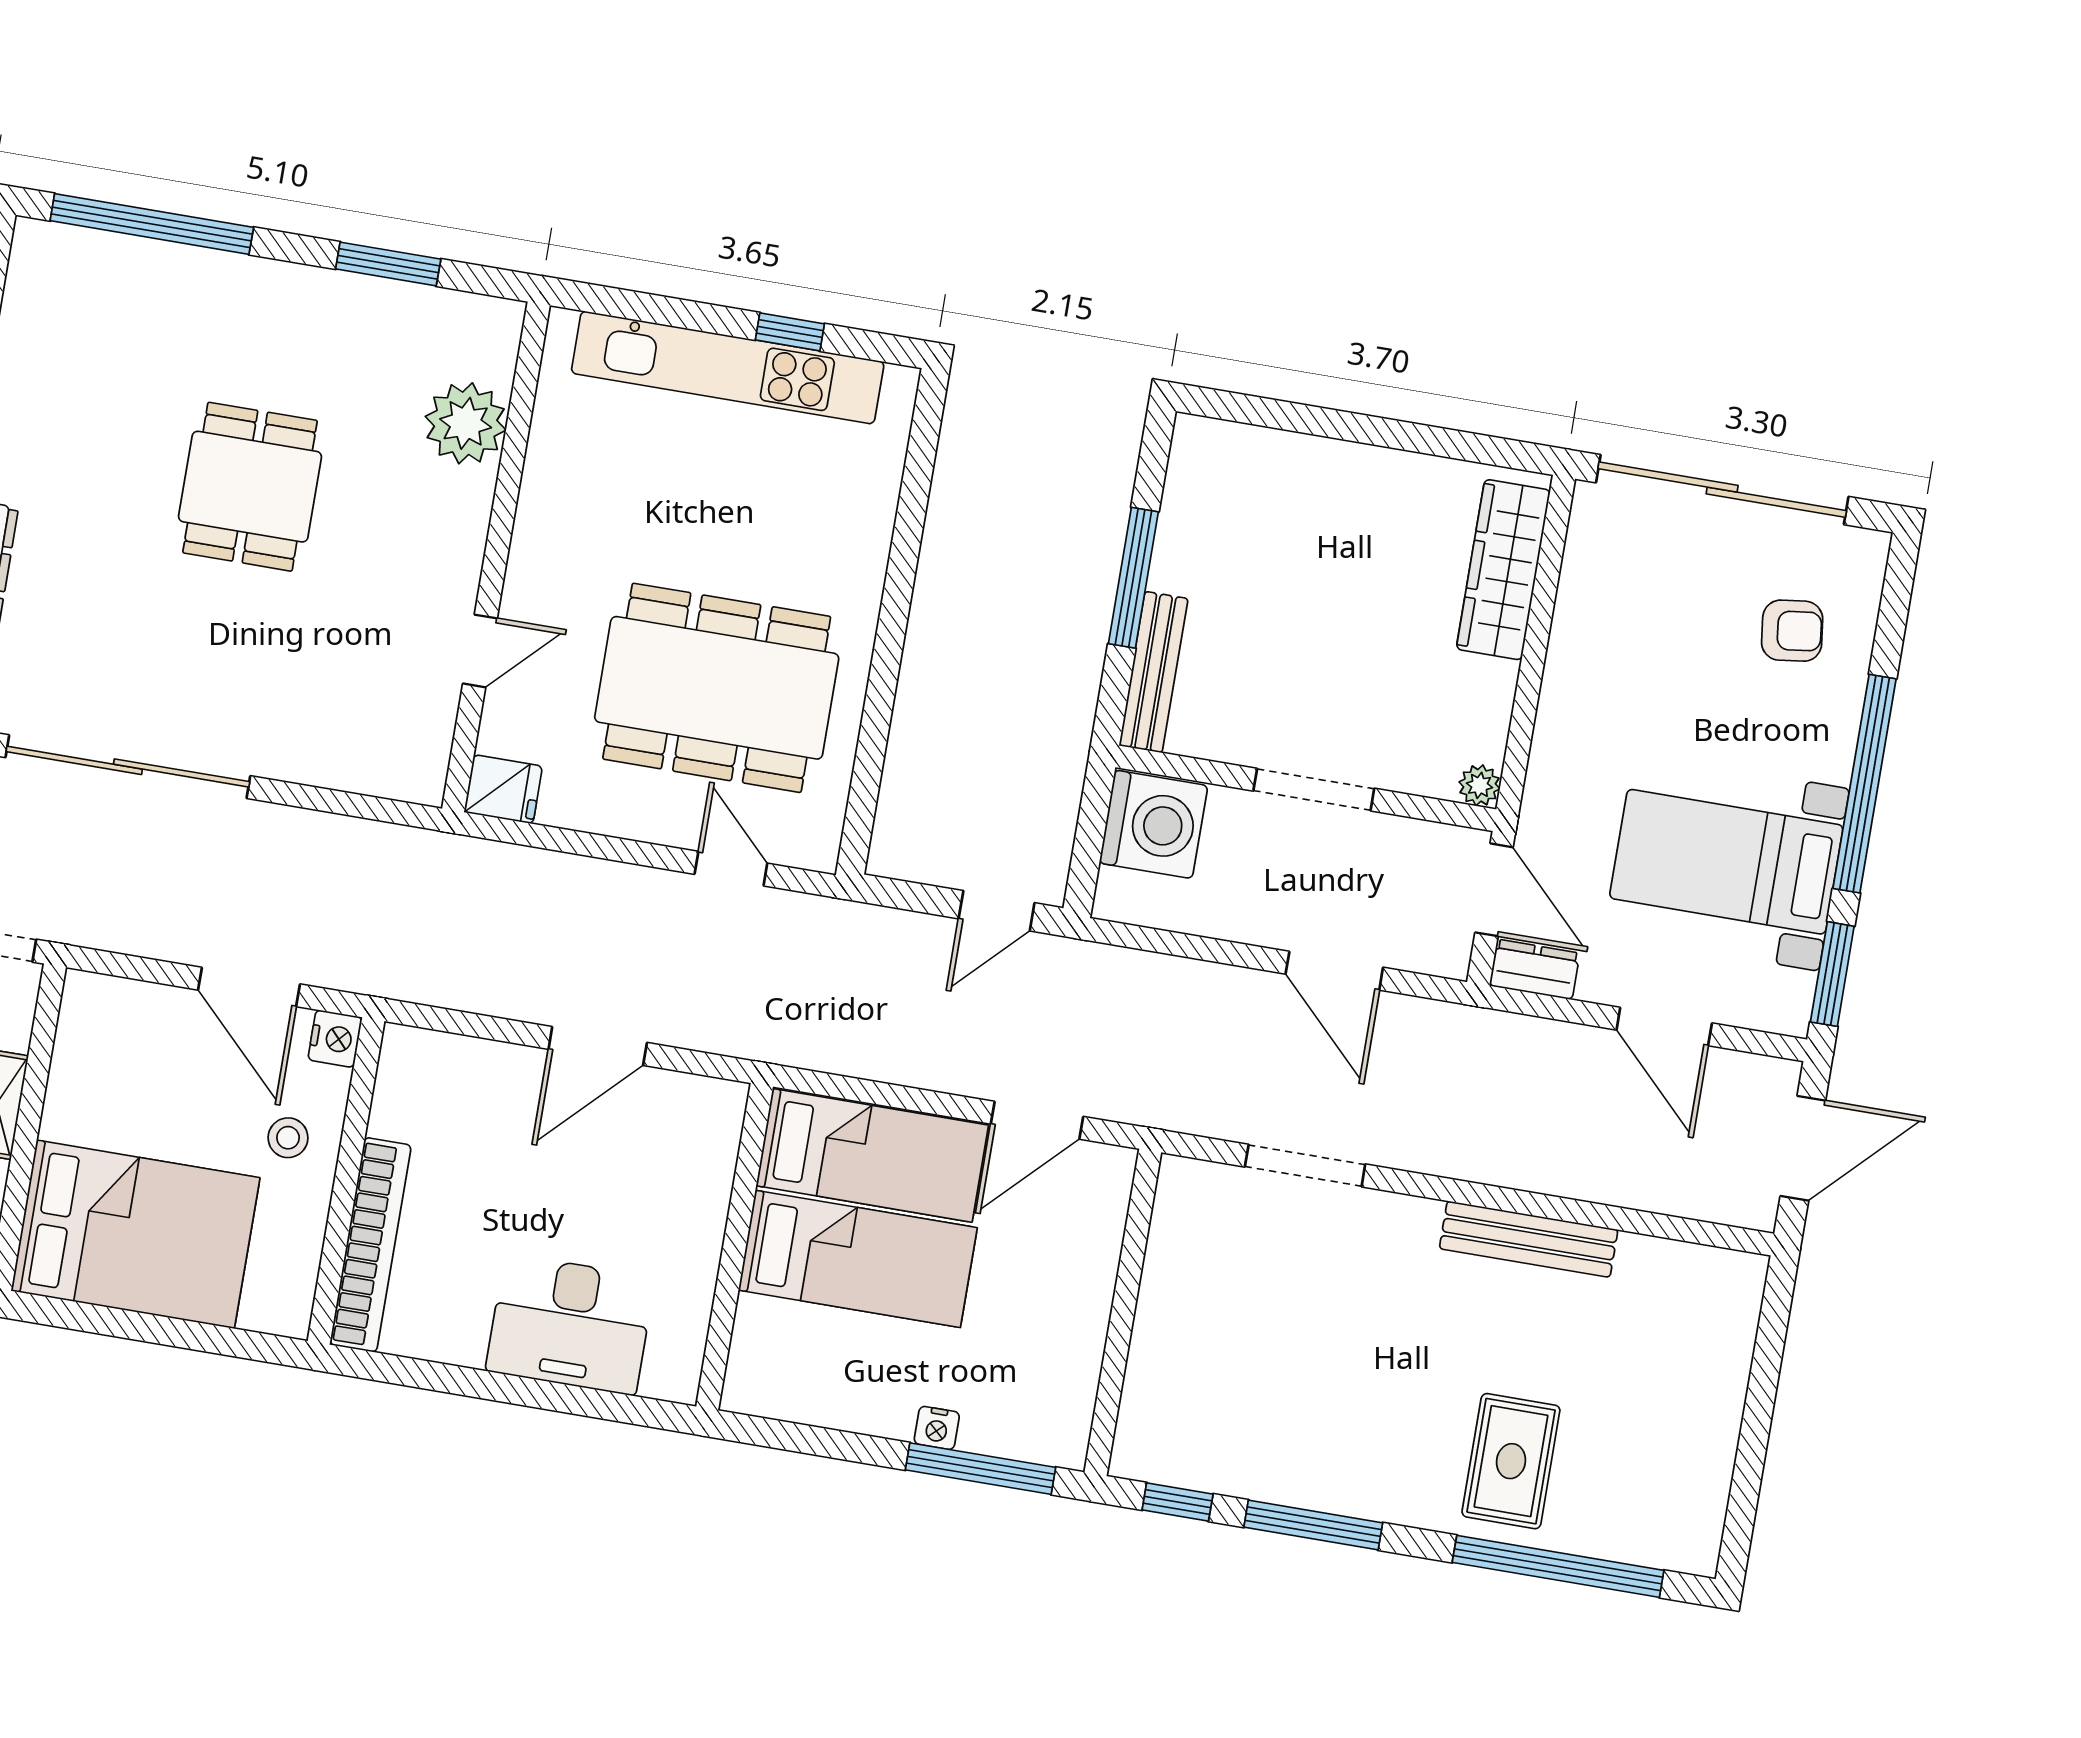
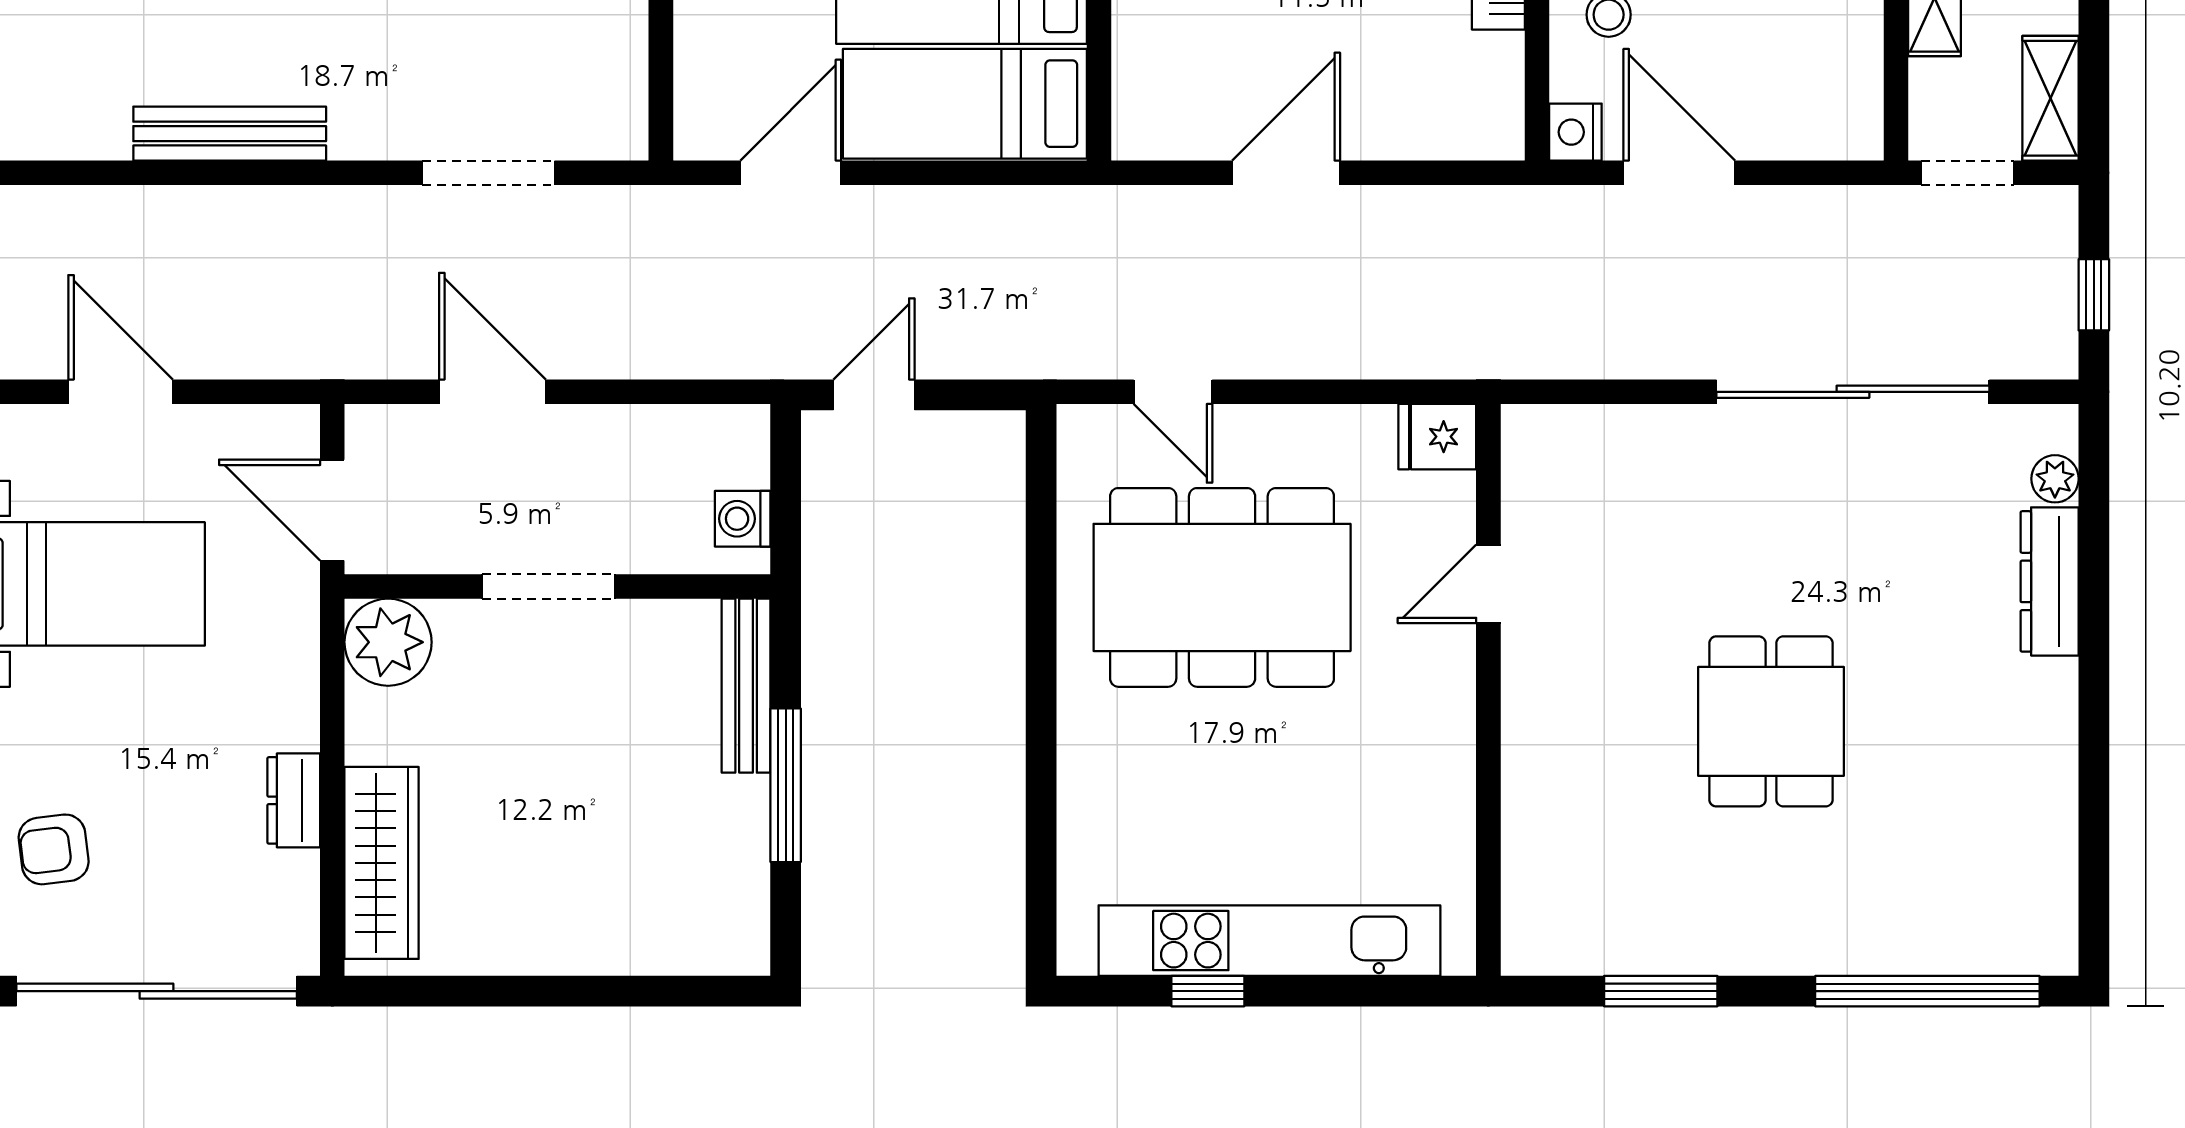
plant: (466, 423) -> (1546, 831), removed
plant: (1479, 785) -> (388, 642), width x1.88, depth x1.88
washing machine: (1154, 824) -> (743, 519), width x0.53, depth x0.53
dresser: (1535, 969) -> (294, 800), moved, turned 90

